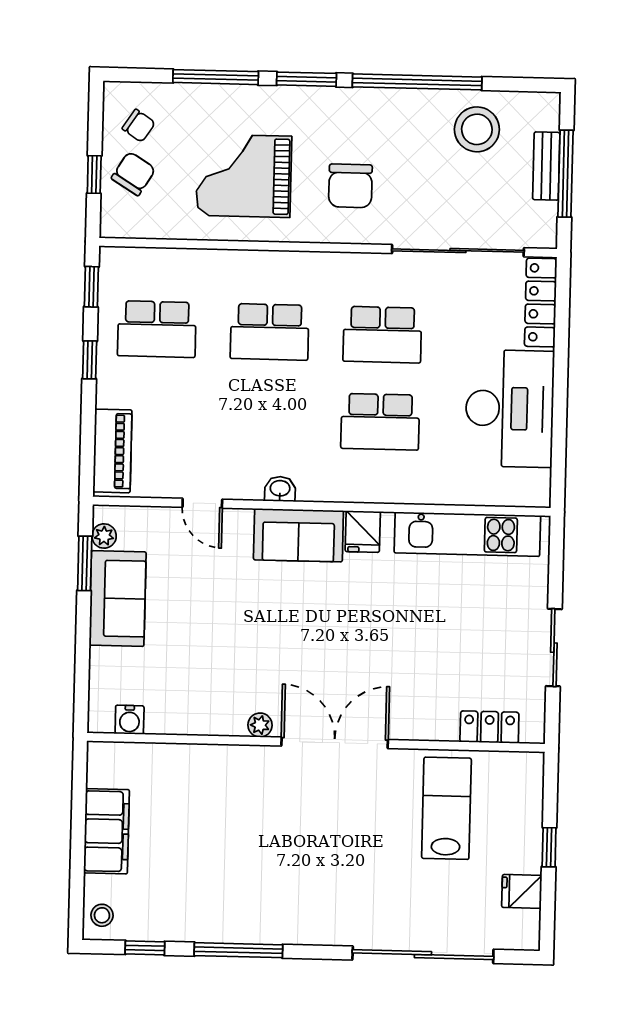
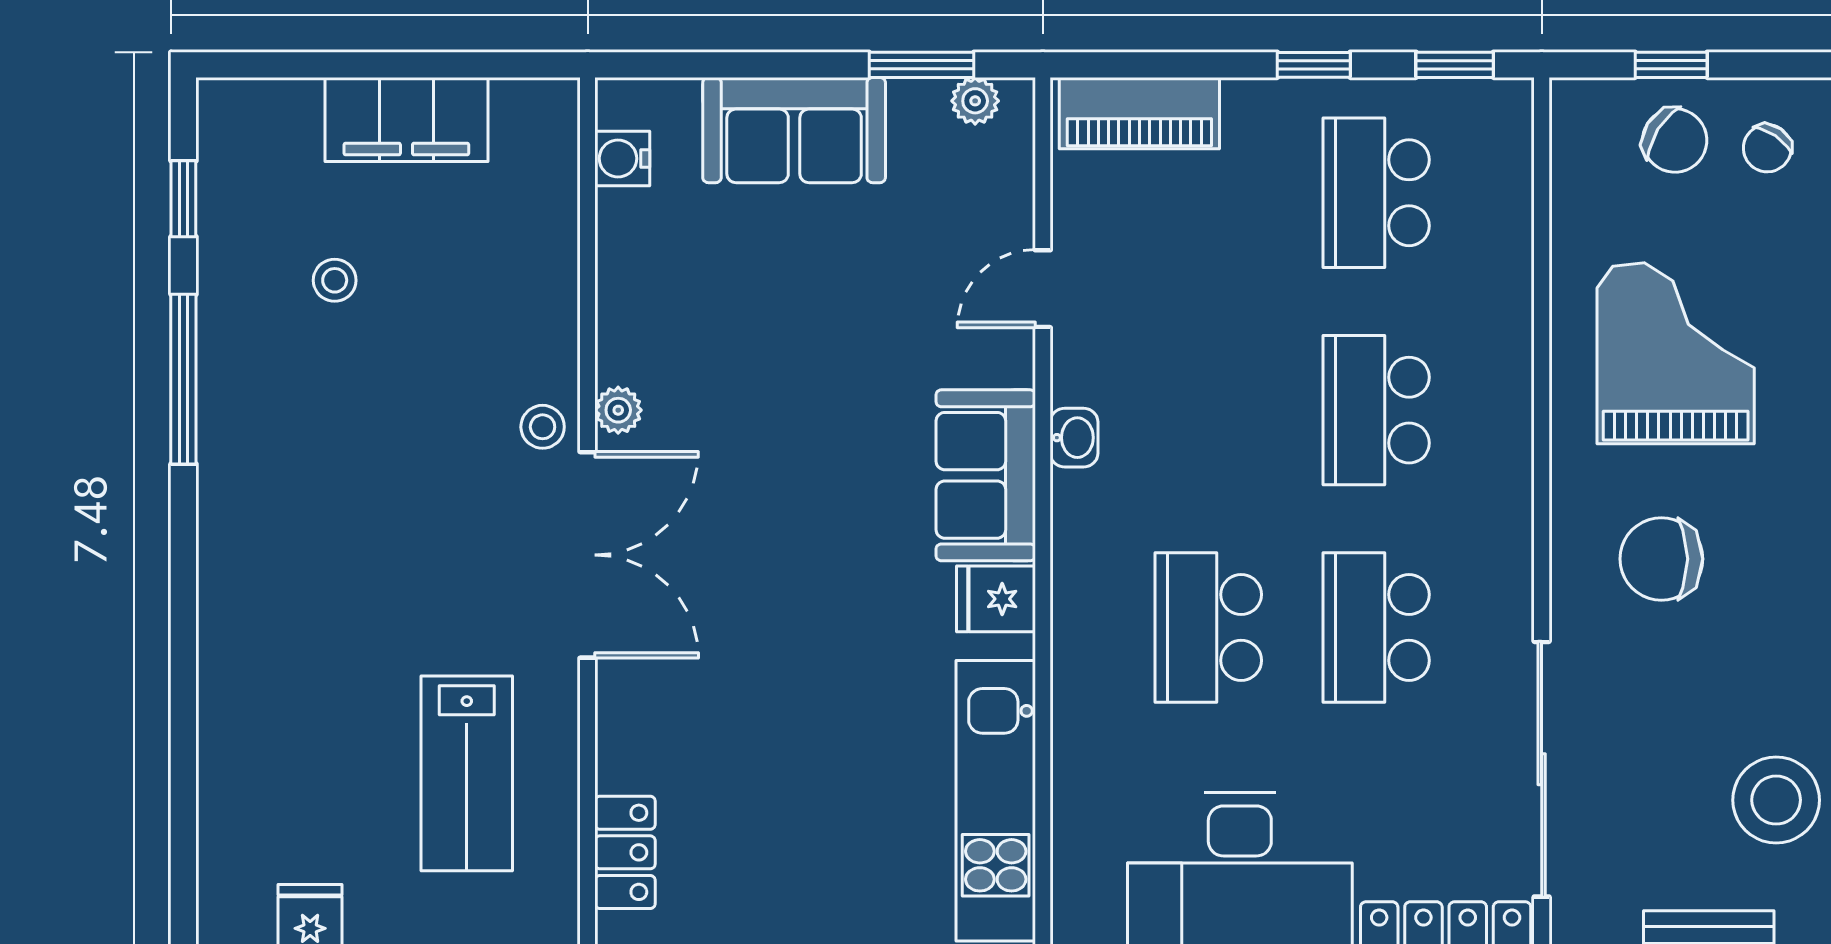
sofa: (118, 598) -> (794, 130), moved
stool: (268, 765) -> (543, 427), added
lab bench: (446, 808) -> (467, 773), turned 90
stool: (102, 915) -> (335, 280), moved
sliding door: (423, 955) -> (183, 735), removed

